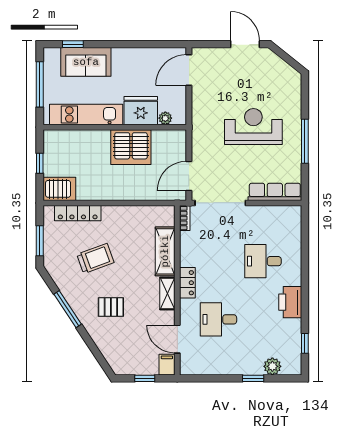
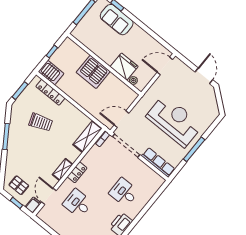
kitchen unit: (86, 114) -> (95, 46), removed
reception desk: (253, 126) -> (174, 121), width x1.36, depth x1.30
server rack: (131, 147) -> (93, 72), moved
shelving: (165, 251) -> (87, 136), moved
pallet: (111, 307) -> (19, 185), moved

